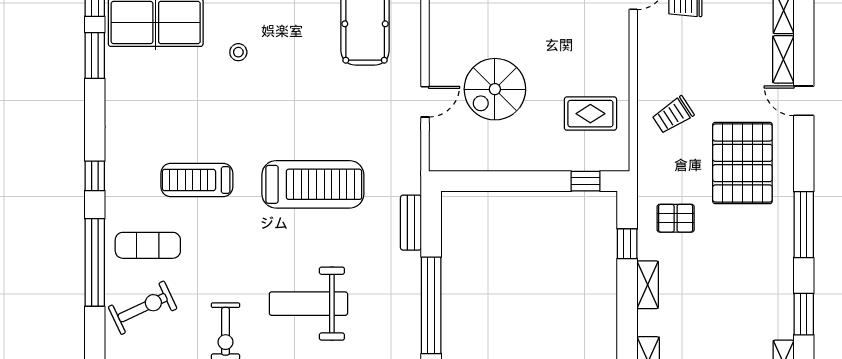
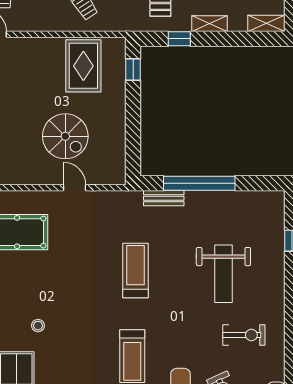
rug: (590, 114) -> (83, 66), width x1.36, depth x1.43
treadmill: (313, 184) -> (135, 271), width x0.73, depth x0.73
window: (431, 305) -> (199, 183), moved

